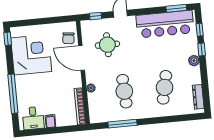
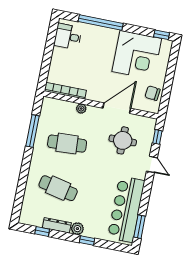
window: (200, 30) -> (42, 231), moved
chair: (68, 38) -> (152, 93), moved
dresser: (198, 97) -> (57, 225), moved
filing cabinet: (50, 121) -> (59, 54), removed

